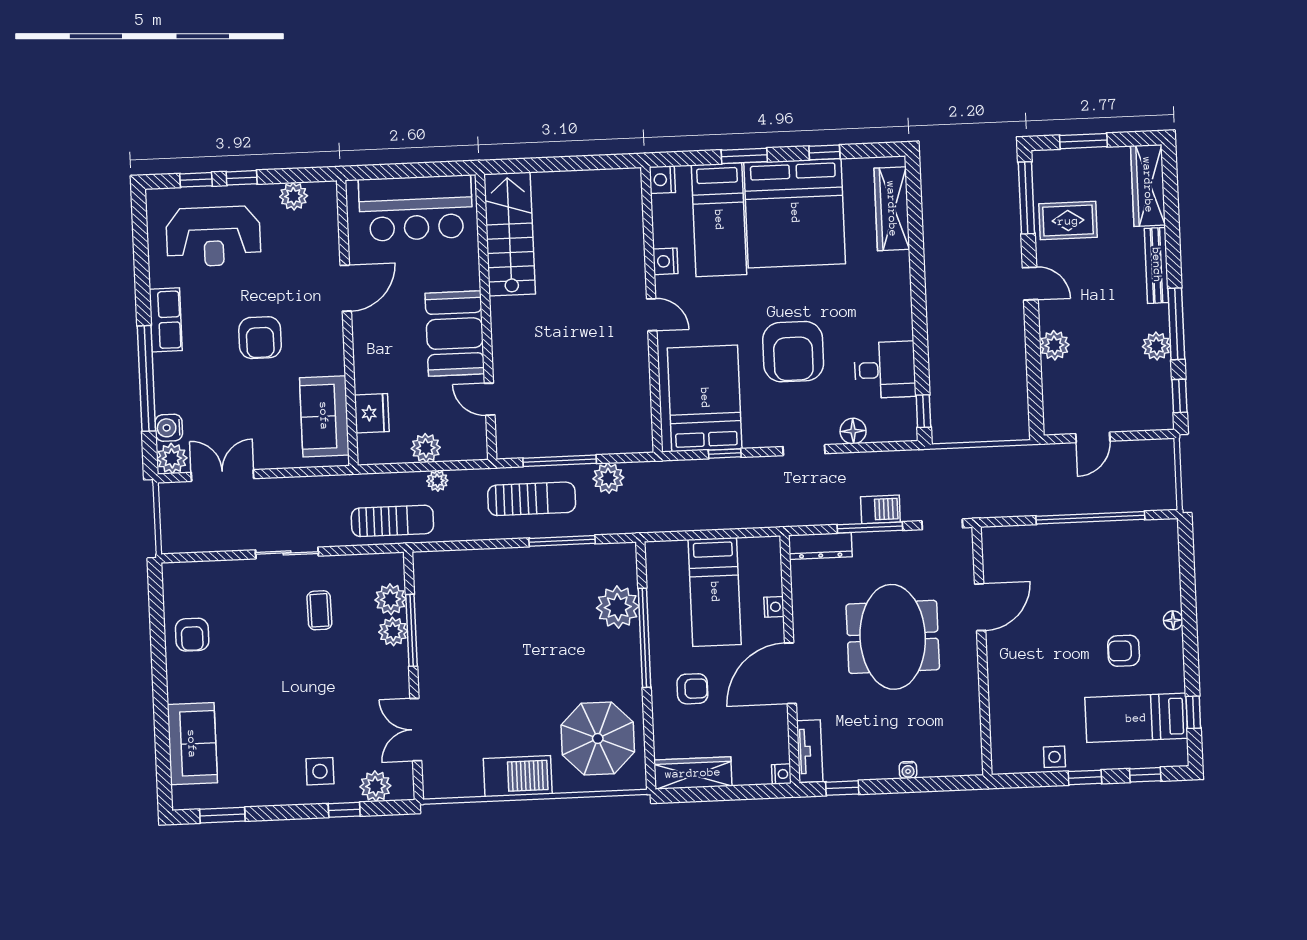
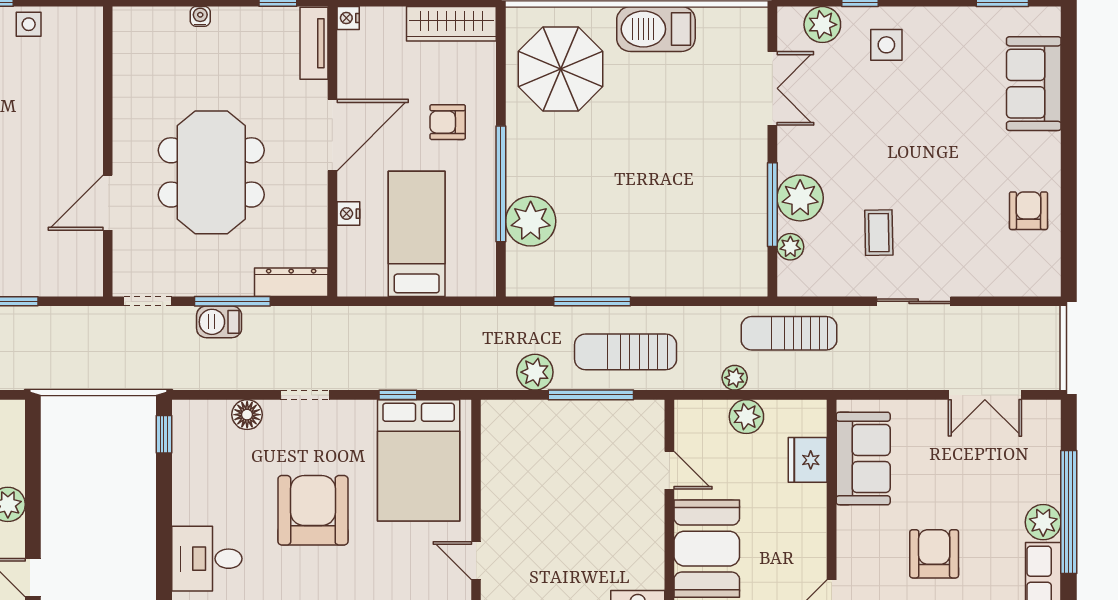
desk: (885, 370) -> (207, 559), moved
water cooler: (169, 428) -> (1045, 453), removed
plant: (172, 458) -> (1043, 522), moved
plant: (390, 599) -> (790, 247), width x0.73, depth x0.73
plant: (393, 632) -> (800, 198), width x1.36, depth x1.36

